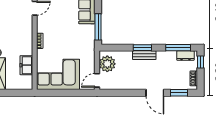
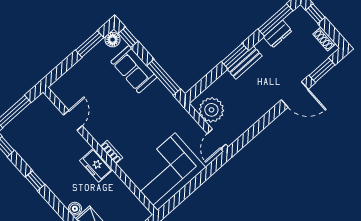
dresser: (185, 56) -> (278, 34), moved
freezer: (26, 65) -> (96, 165), moved

